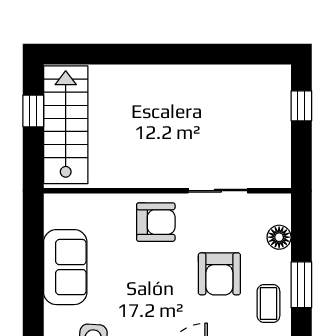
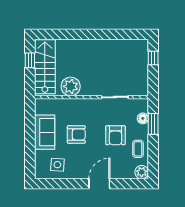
plant: (122, 168) -> (71, 86), added
armchair: (156, 222) -> (76, 134), moved
window: (301, 285) -> (153, 124), moved

